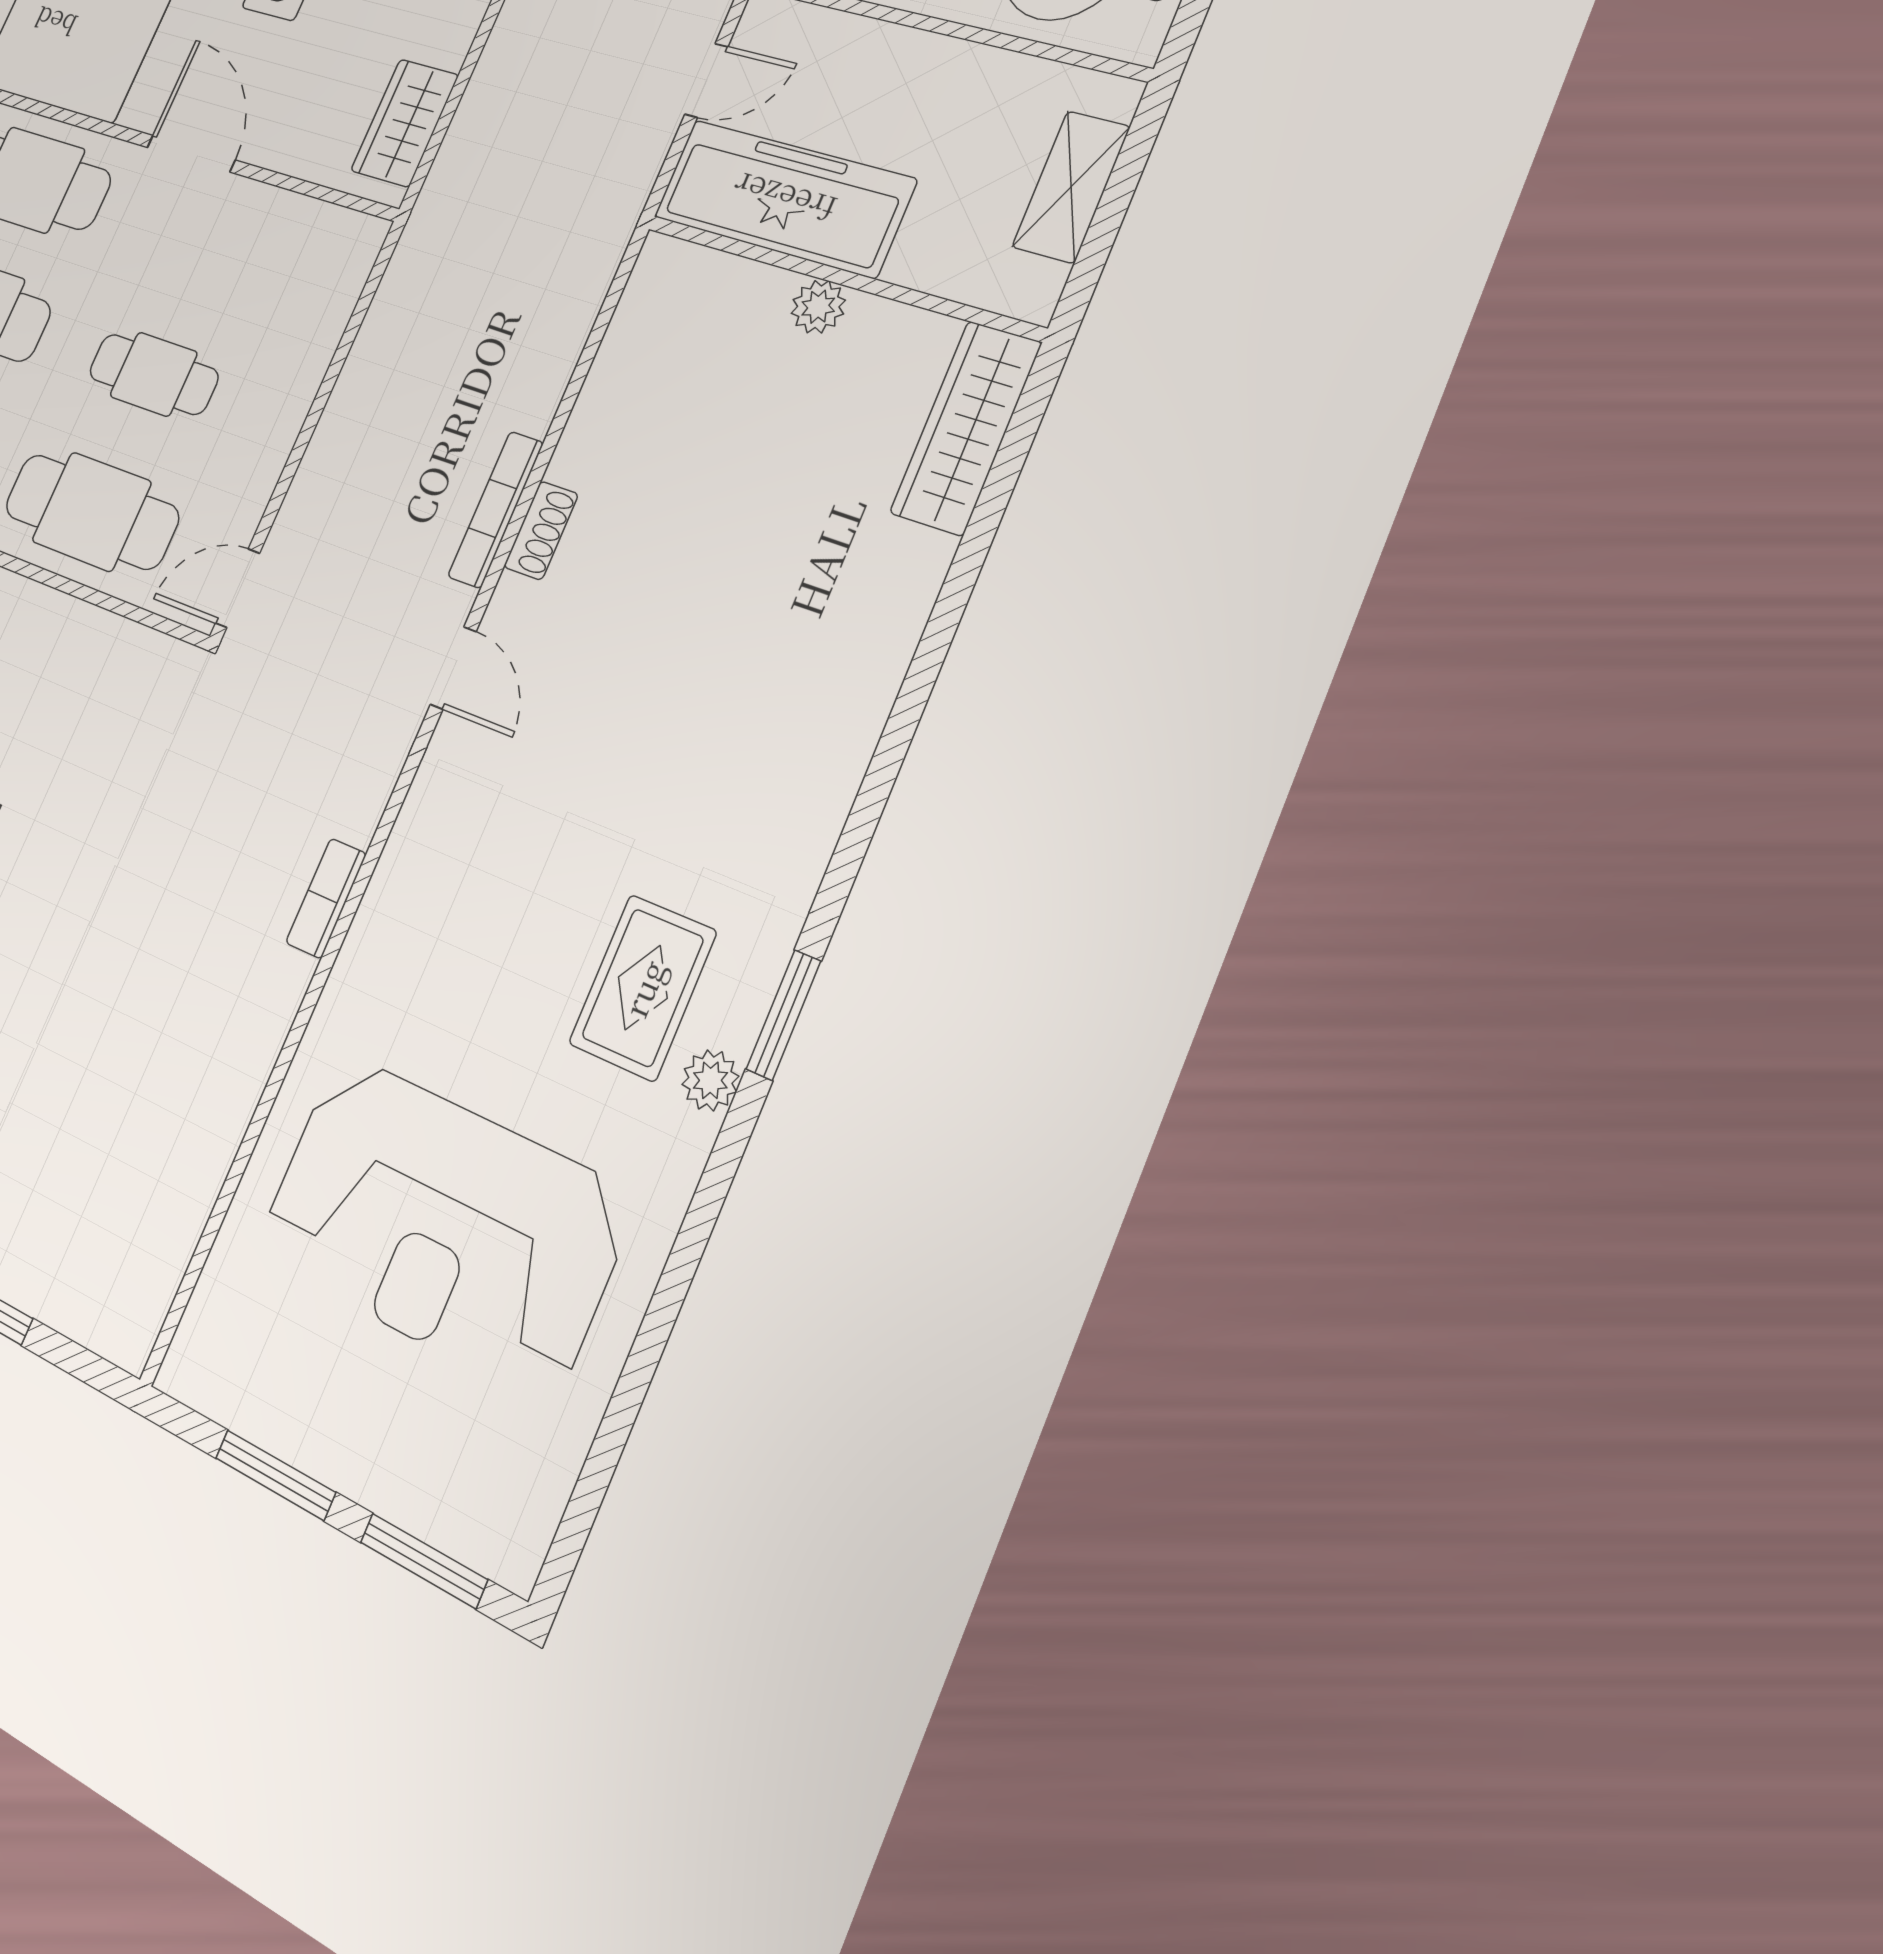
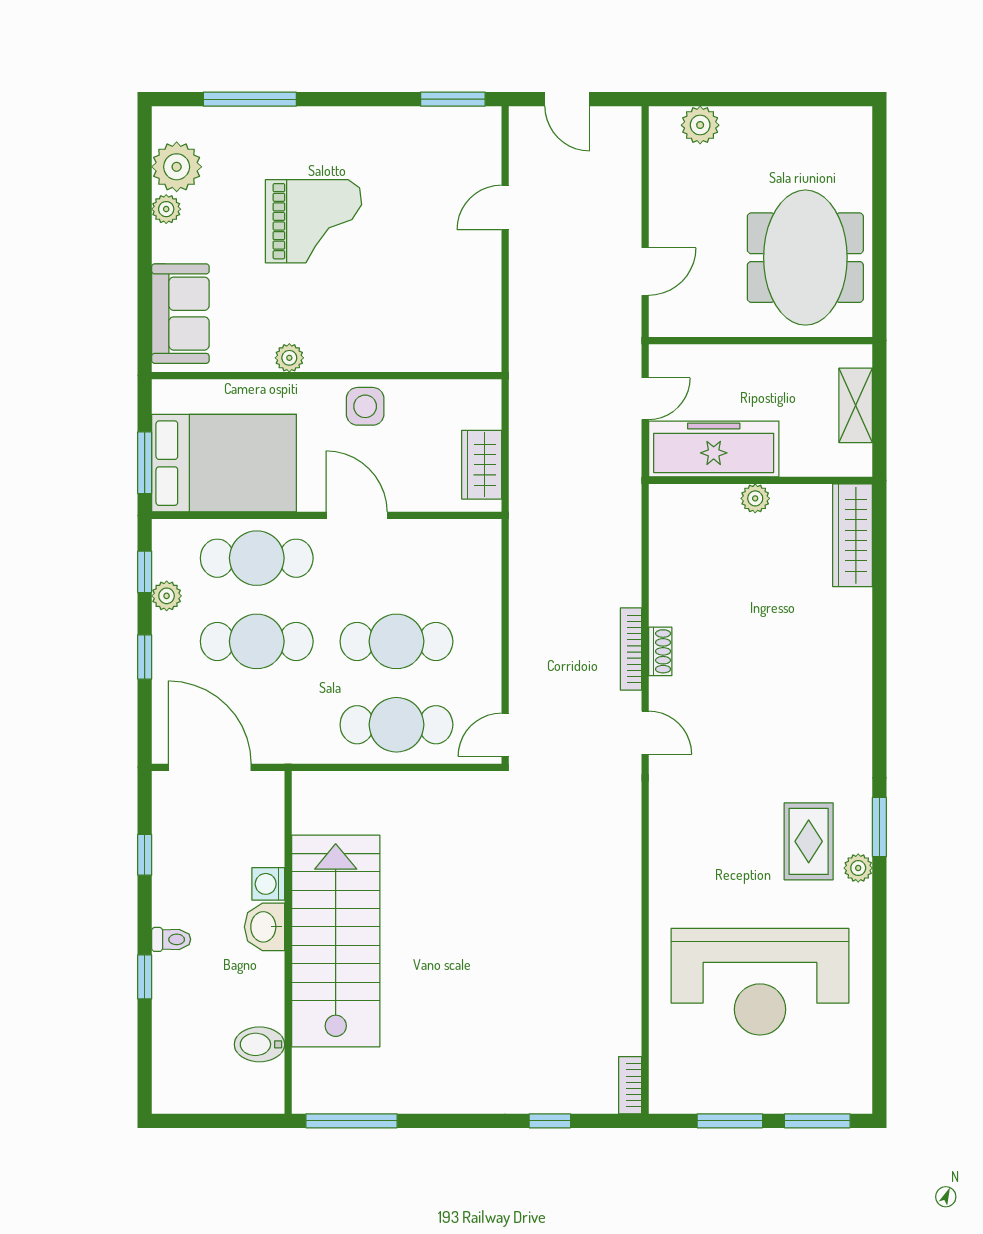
cafe table: (154, 374) -> (396, 641), width x1.37, depth x1.35
bookcase: (326, 898) -> (630, 1085), moved

